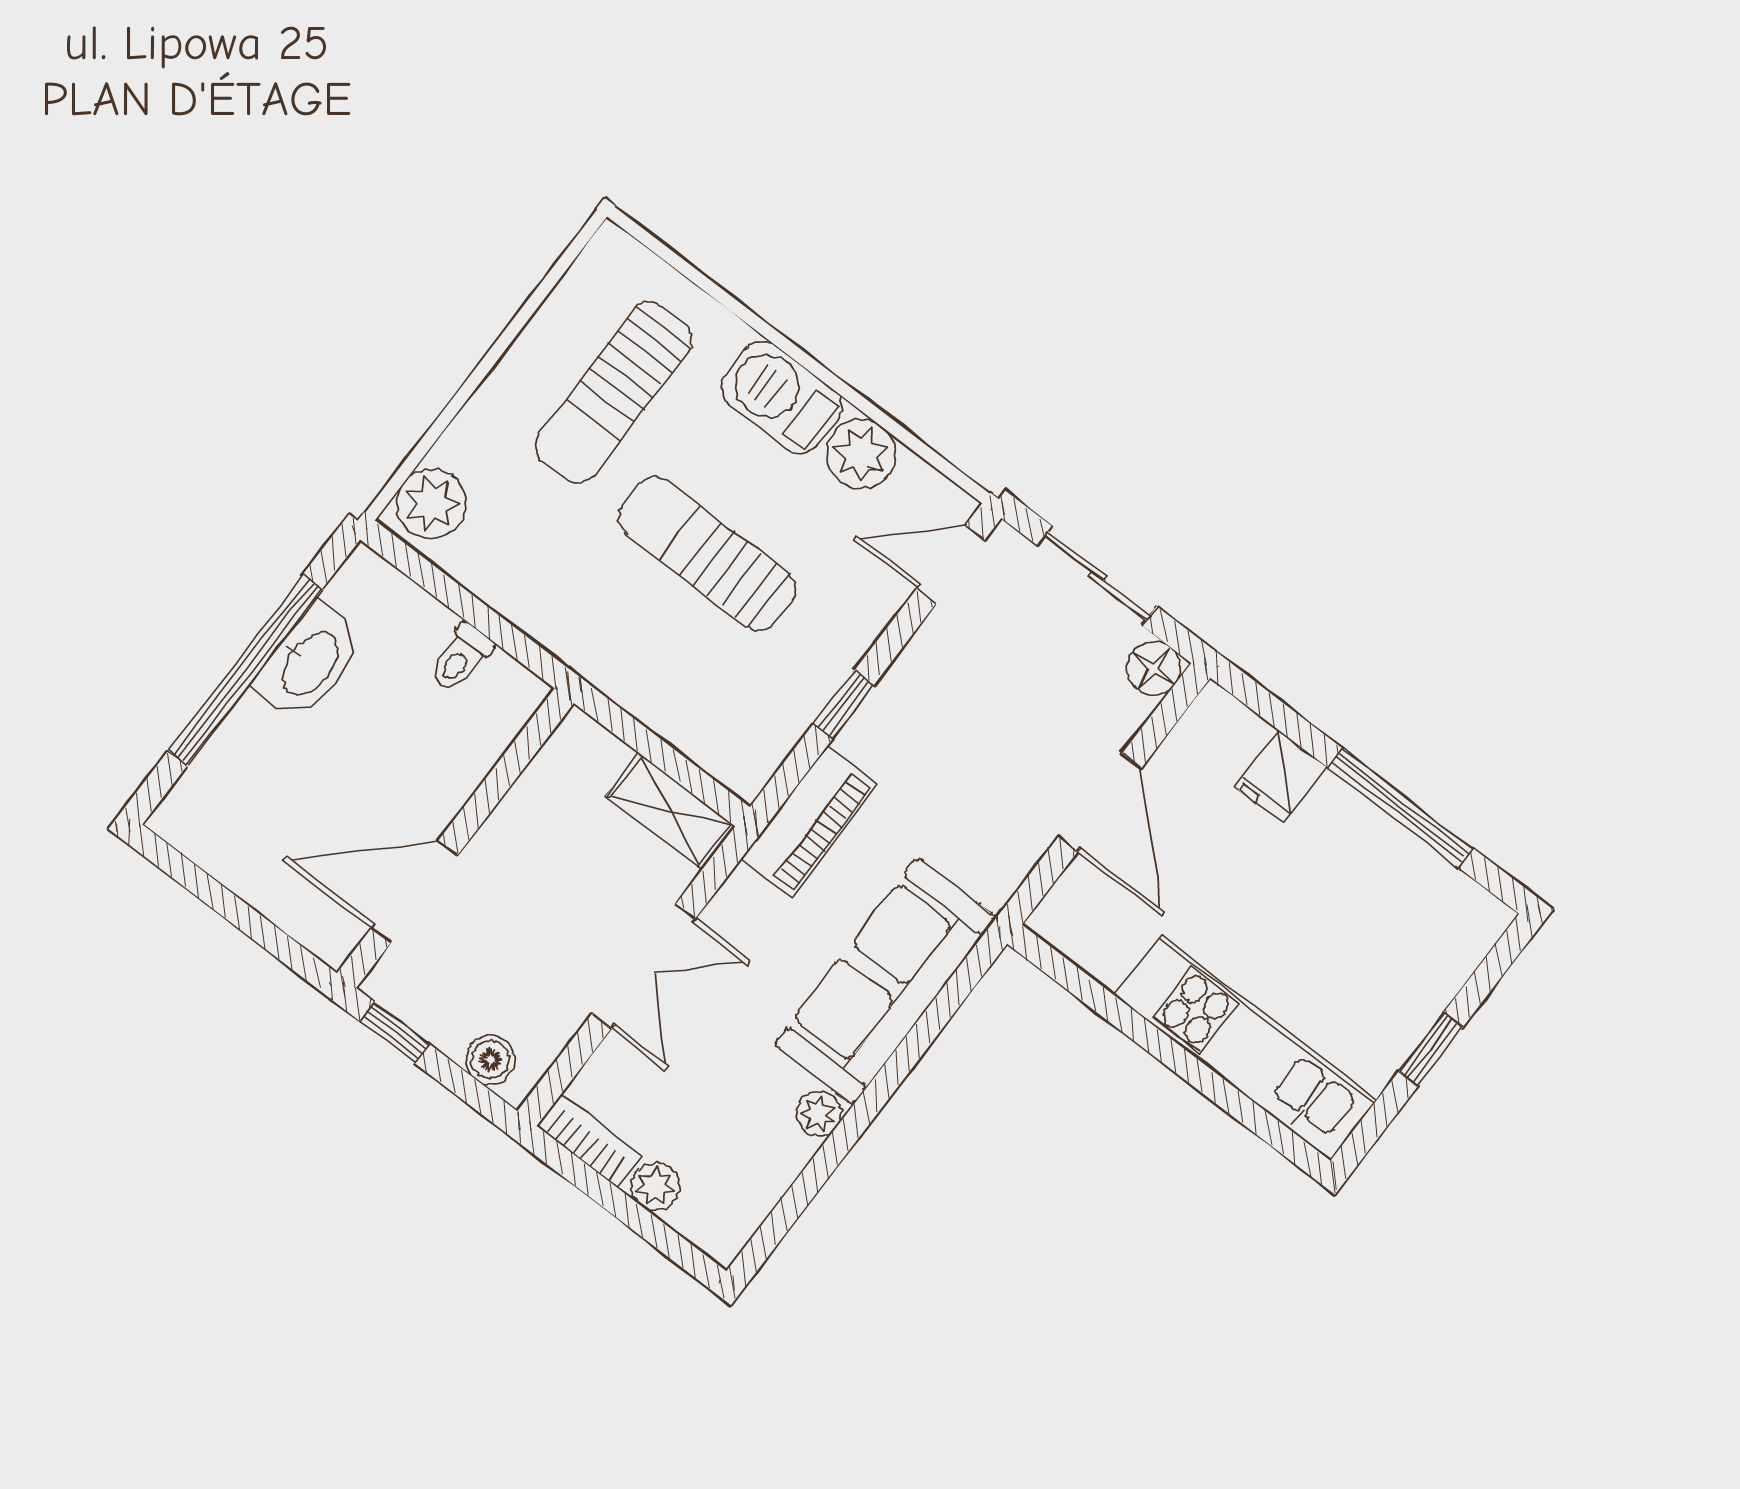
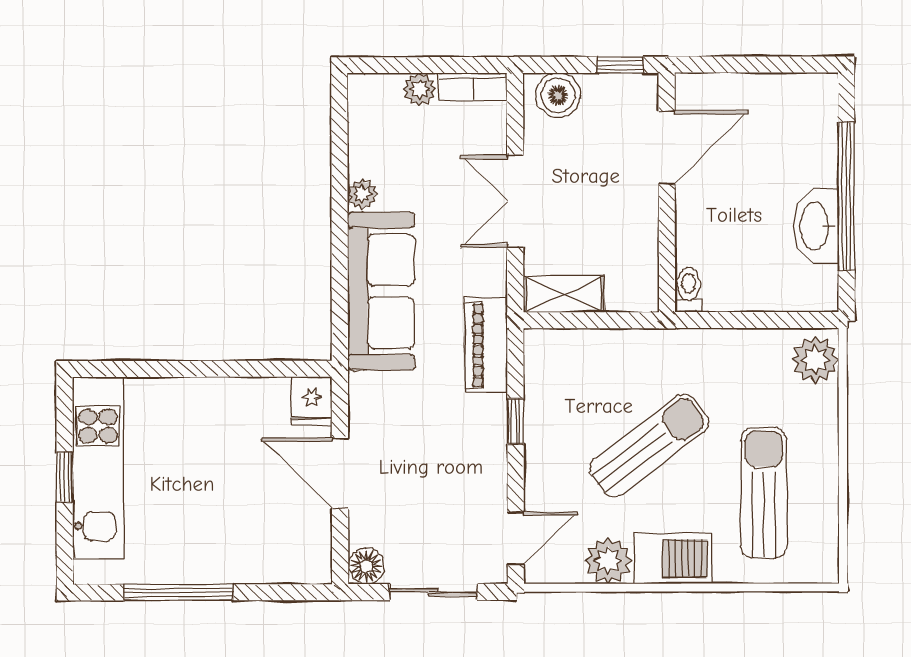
sun lounger: (707, 554) -> (649, 445), turned -37
toilet: (460, 658) -> (689, 290), moved
fridge: (1281, 777) -> (312, 401), moved, turned 180
kitchen unit: (1246, 1048) -> (98, 468), moved, turned -90
boiler: (490, 1060) -> (558, 95), width x1.36, depth x1.36

